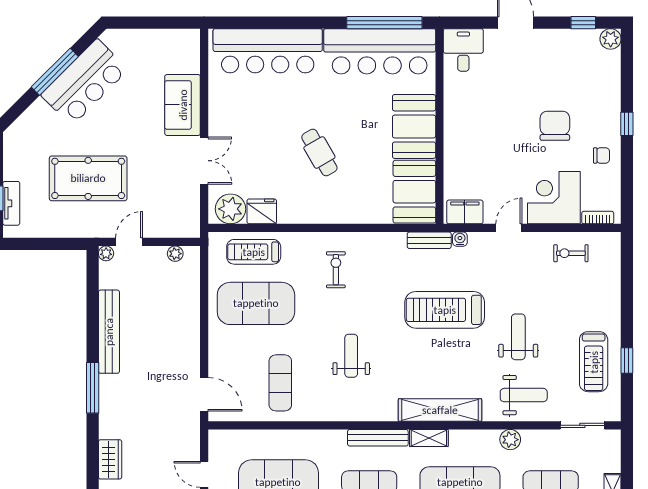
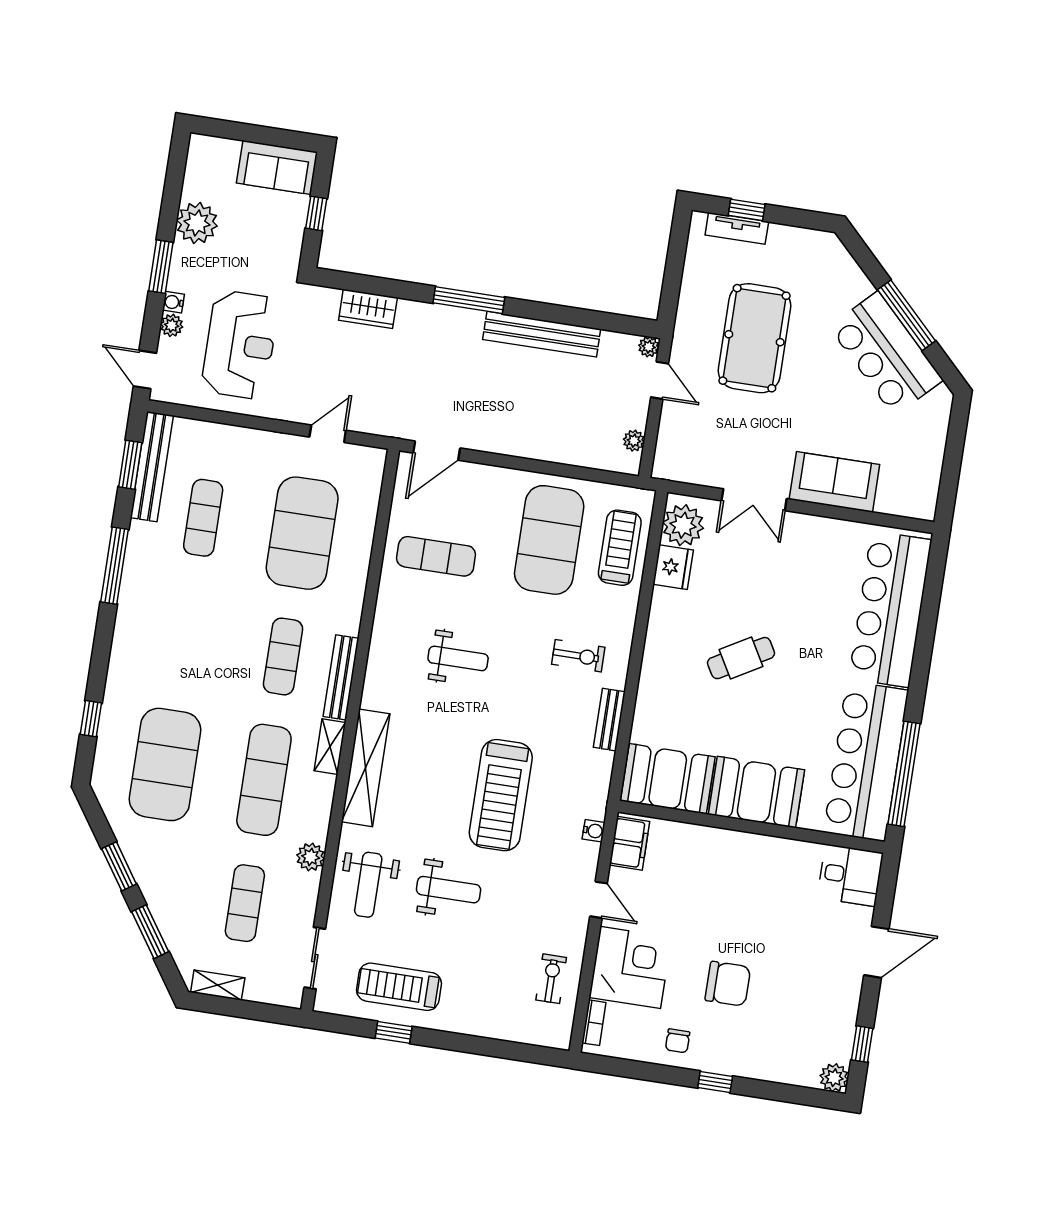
bench: (429, 240) -> (609, 720), moved
treadmill: (445, 310) -> (501, 795), turned 180

